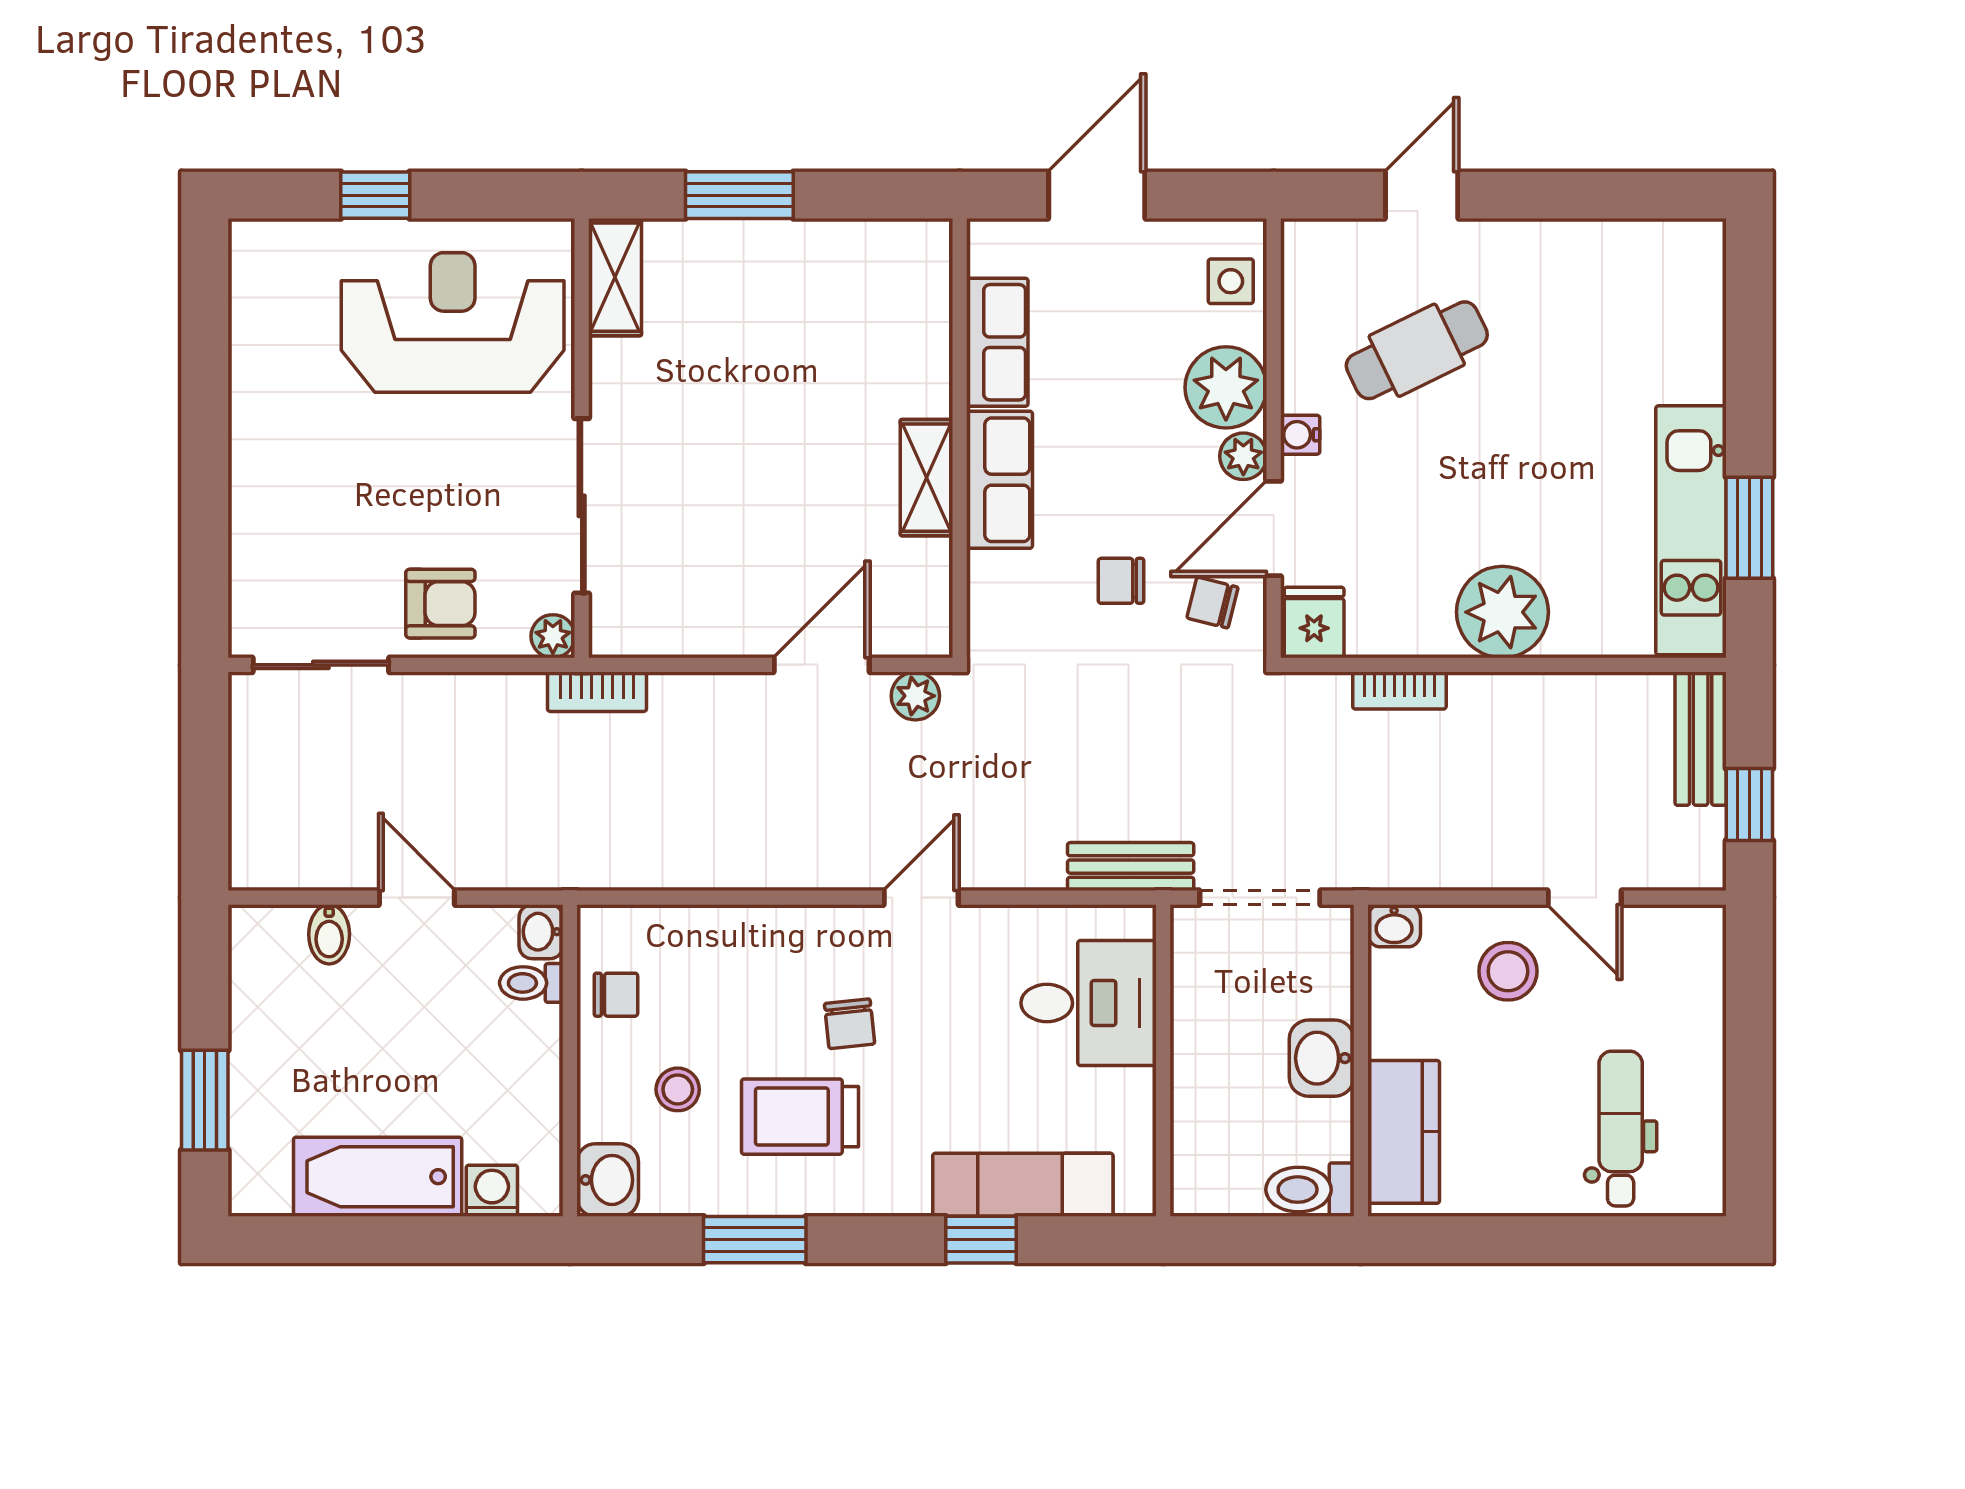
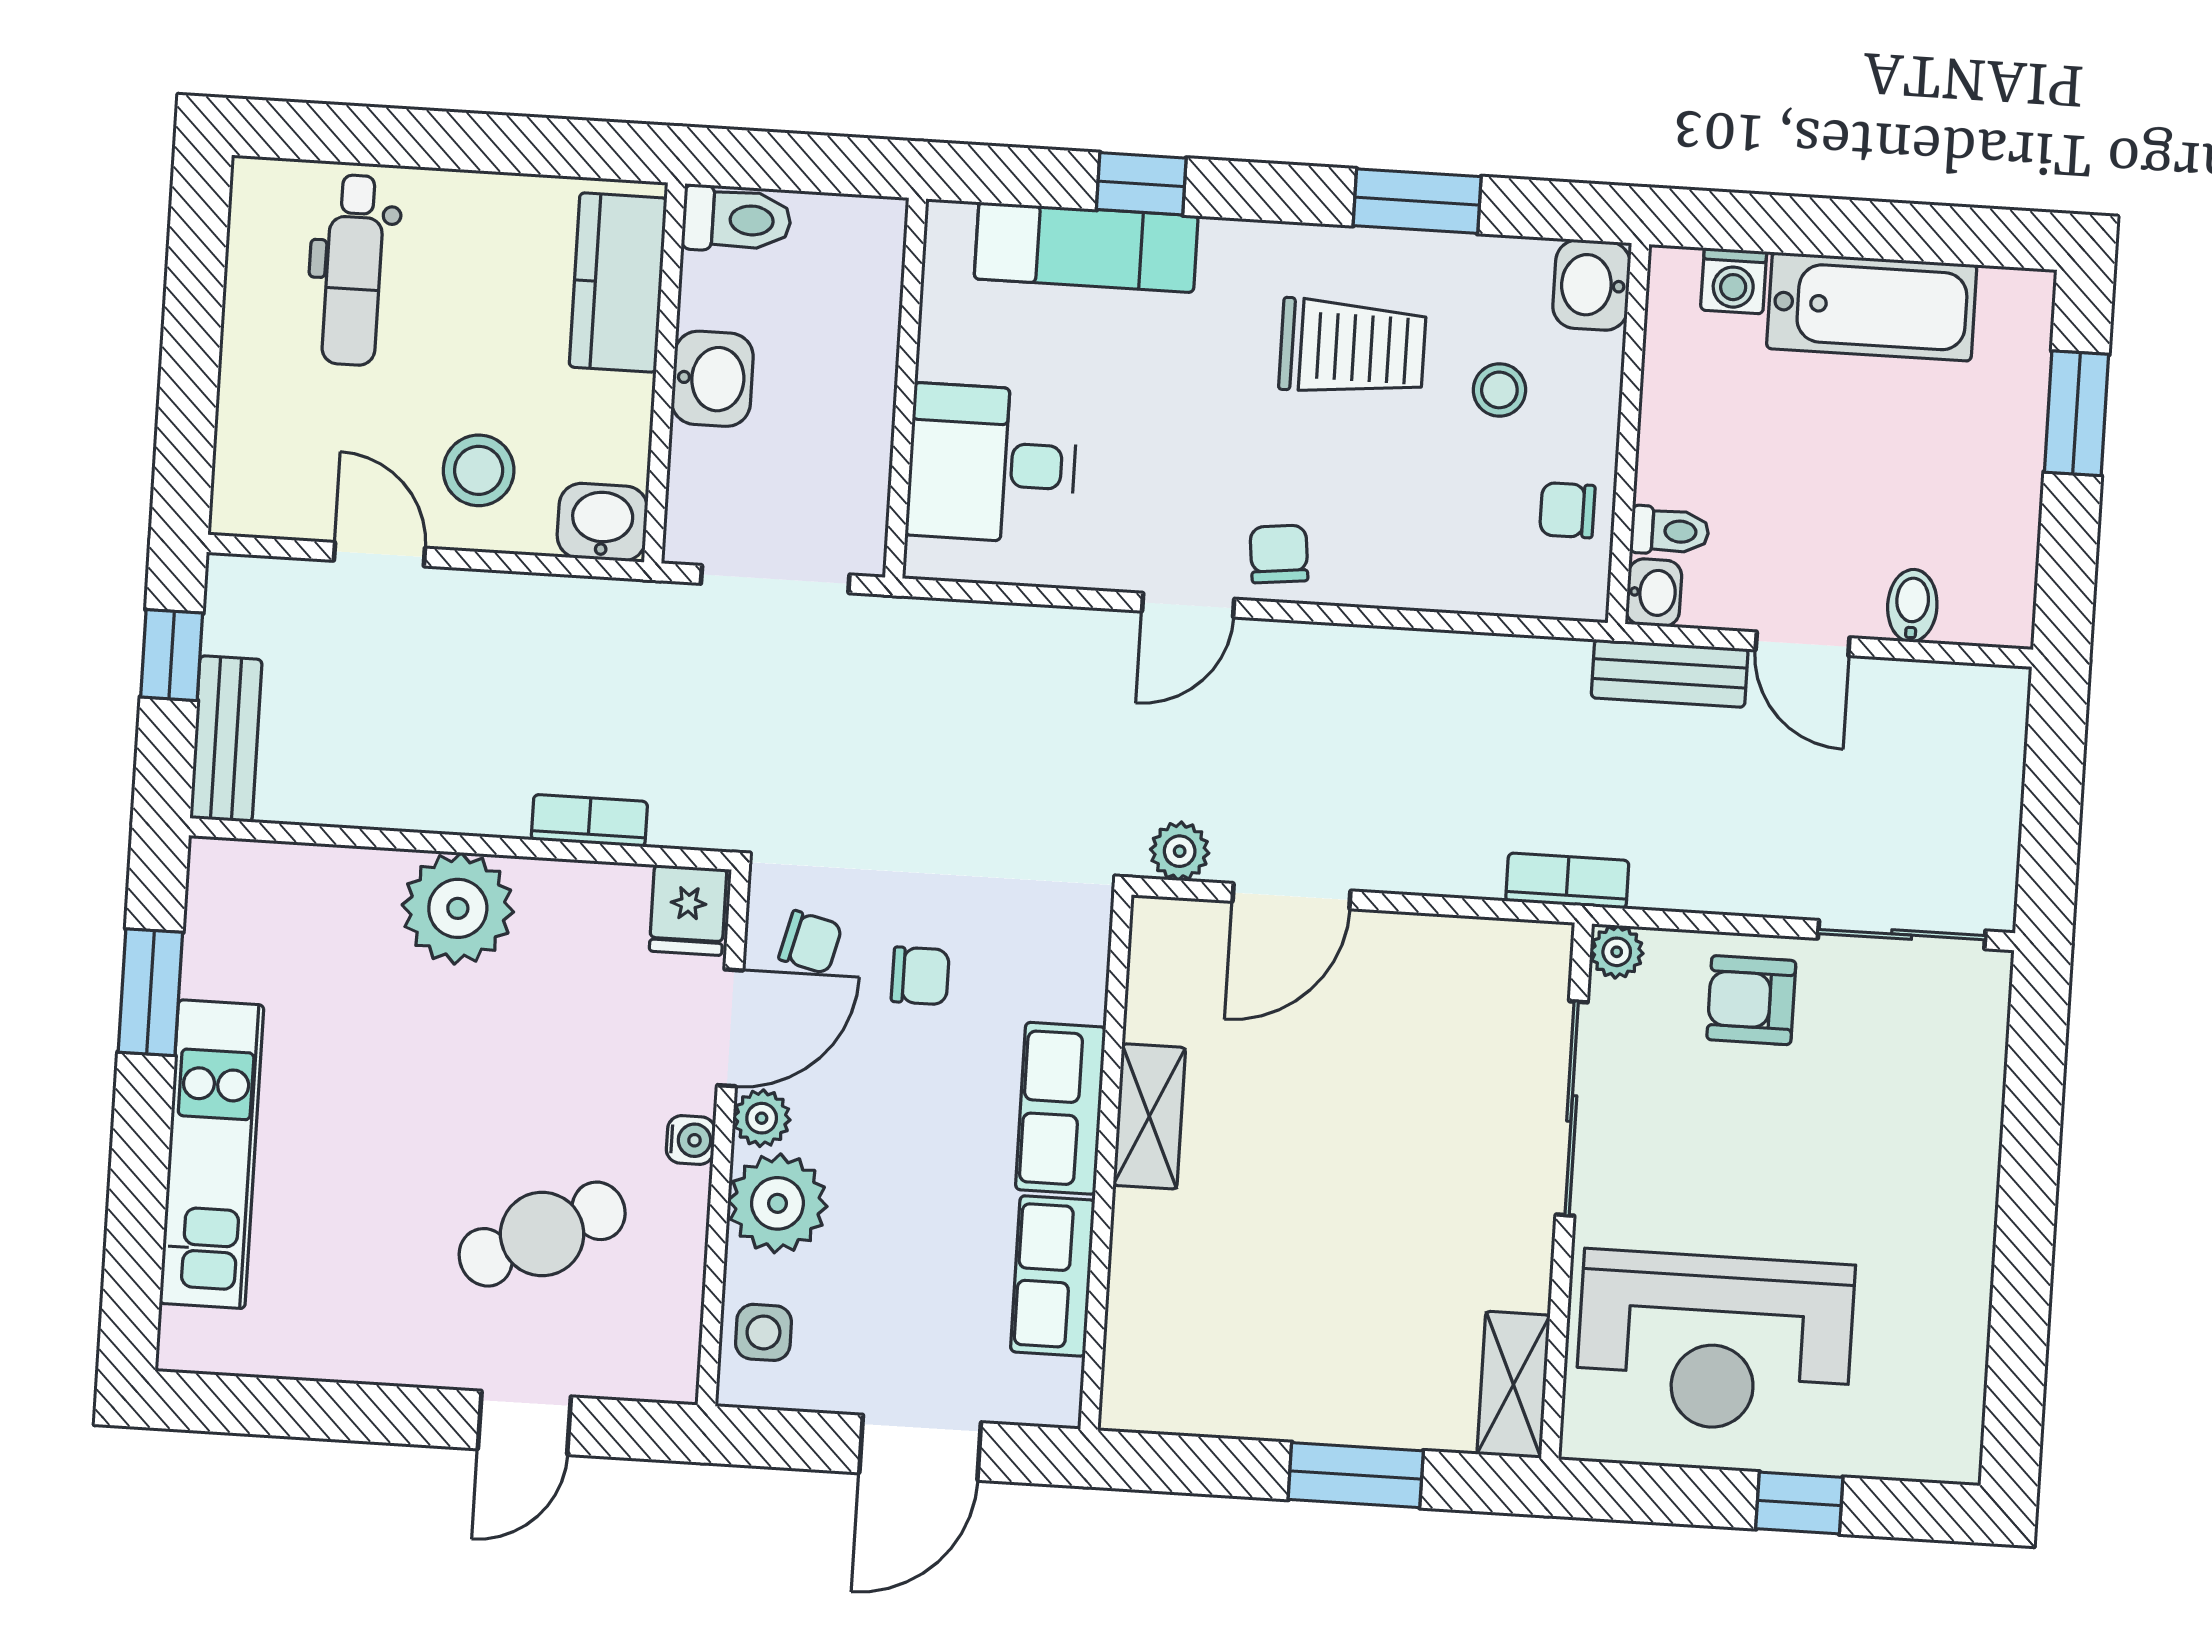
kitchen unit: (1691, 530) -> (212, 1154), moved
bench: (1131, 867) -> (1670, 673), moved
washbasin: (1394, 926) -> (602, 522), width x1.38, depth x1.45
chair: (850, 1024) -> (1279, 554), moved

